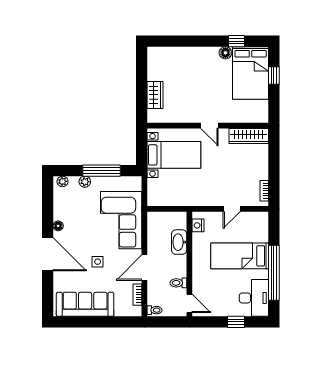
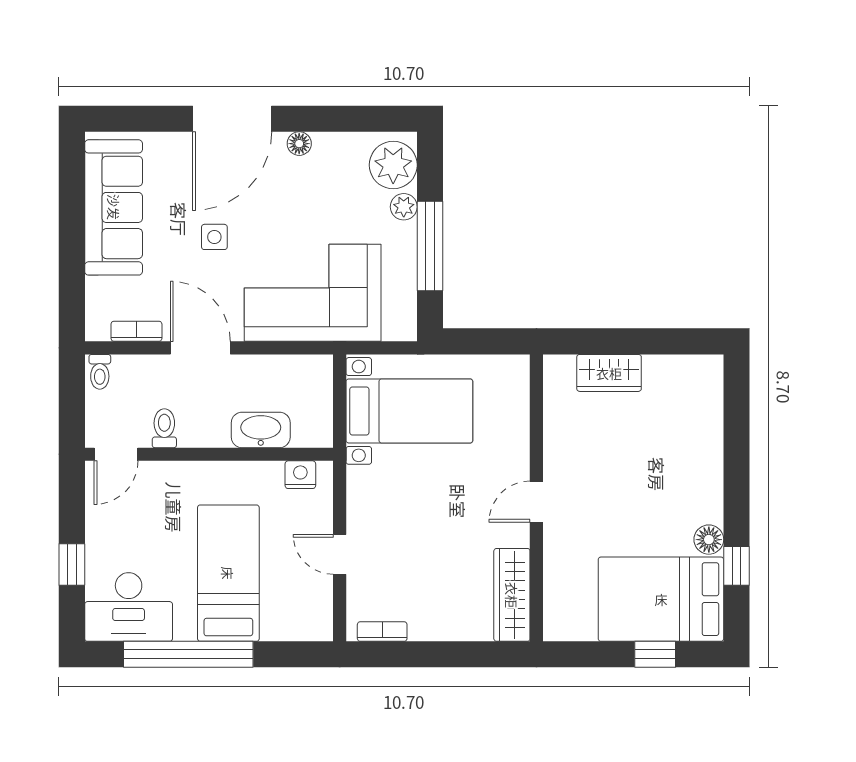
bed with nightstands: (174, 155) -> (409, 411), moved, turned -90
plant: (62, 181) -> (393, 165), width x1.88, depth x1.88

